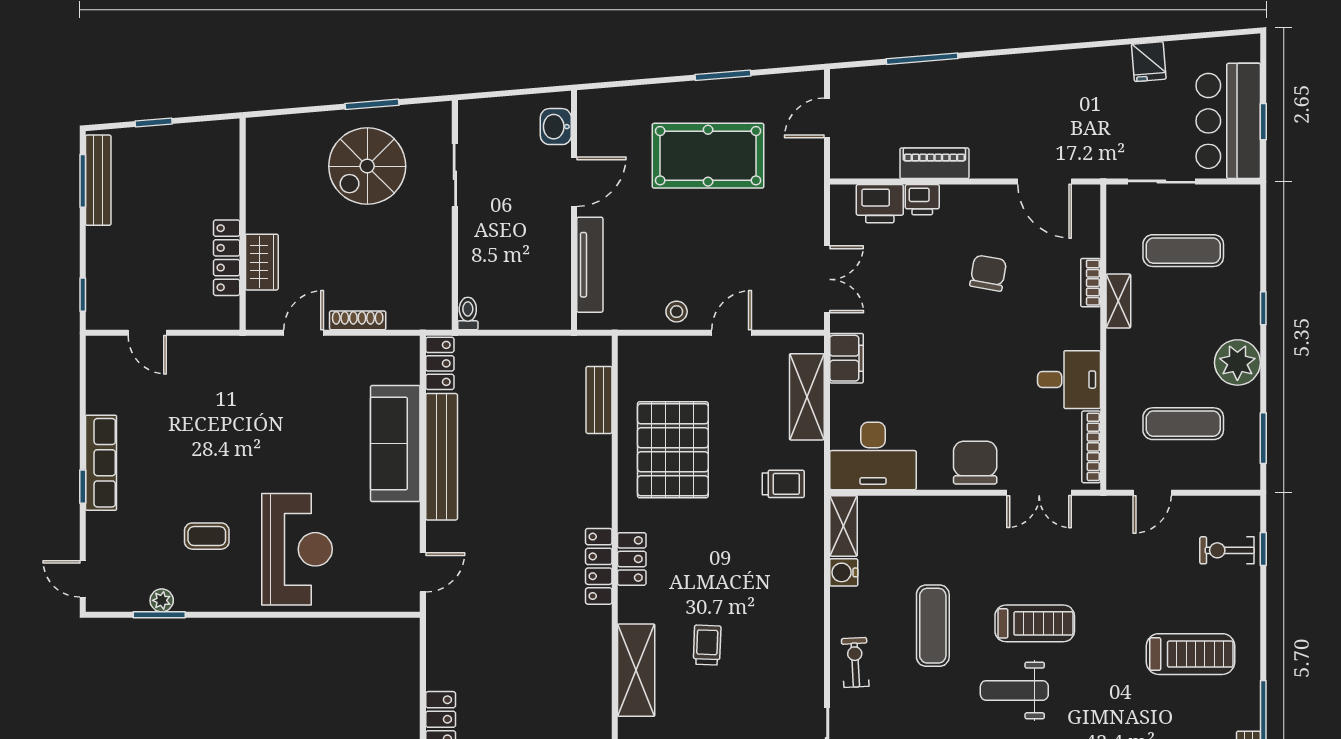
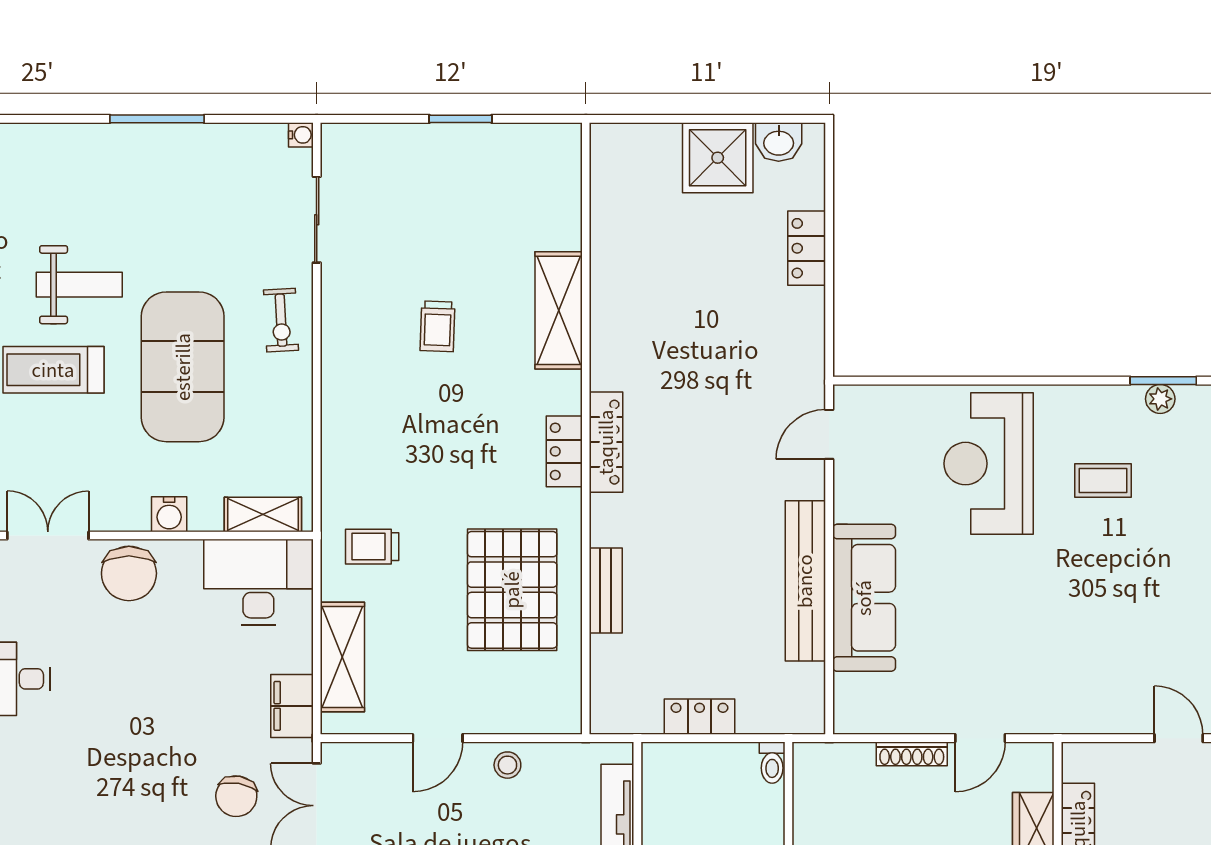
chair: (988, 273) -> (236, 796), moved
locker: (440, 363) -> (700, 717), moved, turned 90
bench: (599, 400) -> (606, 590), moved
shelving: (844, 526) -> (263, 514), moved, turned 90
water cooler: (844, 572) -> (169, 514), moved, turned 90
exercise mat: (933, 626) -> (183, 367), width x2.00, depth x1.45
trolley: (707, 645) -> (438, 326), moved

